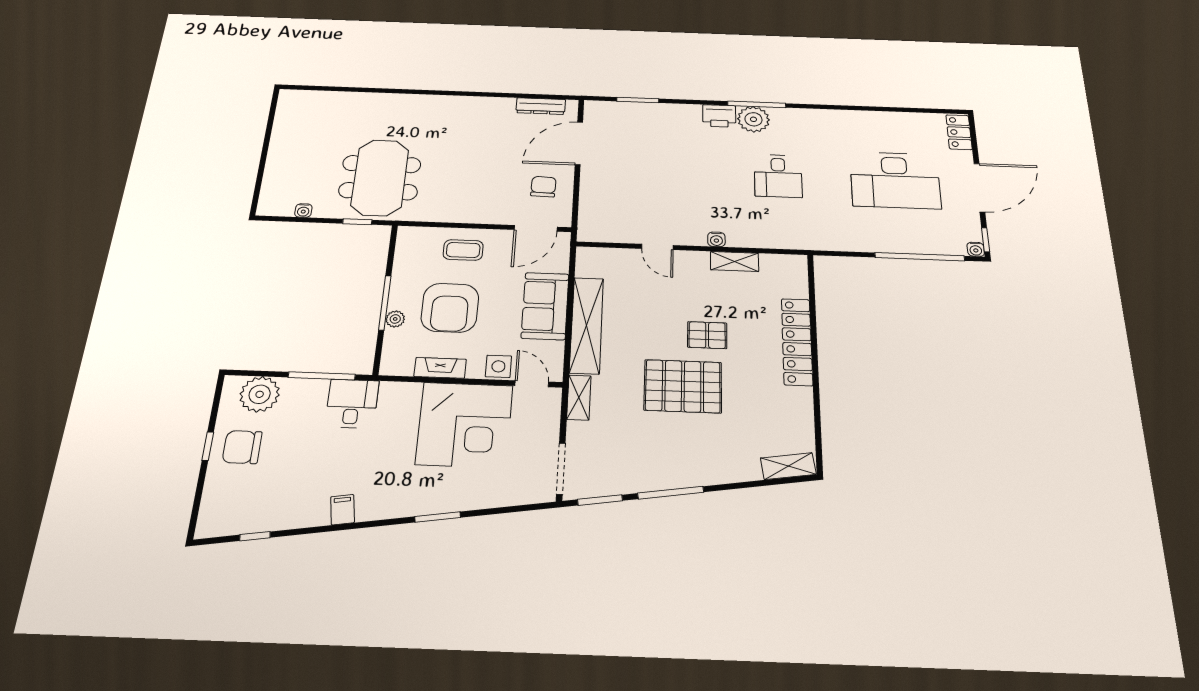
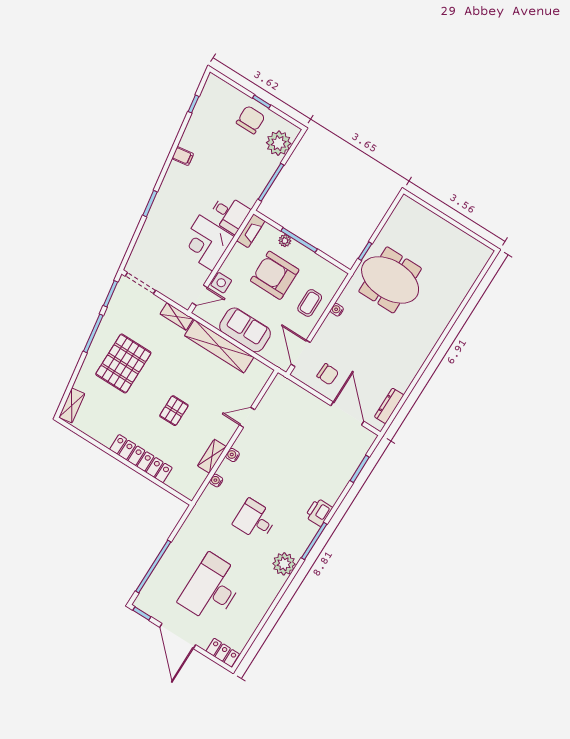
plant: (753, 119) -> (284, 564), moved
water cooler: (303, 211) -> (337, 310), moved
water cooler: (976, 249) -> (216, 481), moved
fireplace: (440, 368) -> (251, 231), moved
pallet: (683, 386) -> (123, 363), moved
desk: (352, 404) -> (229, 214), moved
corner desk: (465, 425) -> (206, 243), width x0.74, depth x0.74

